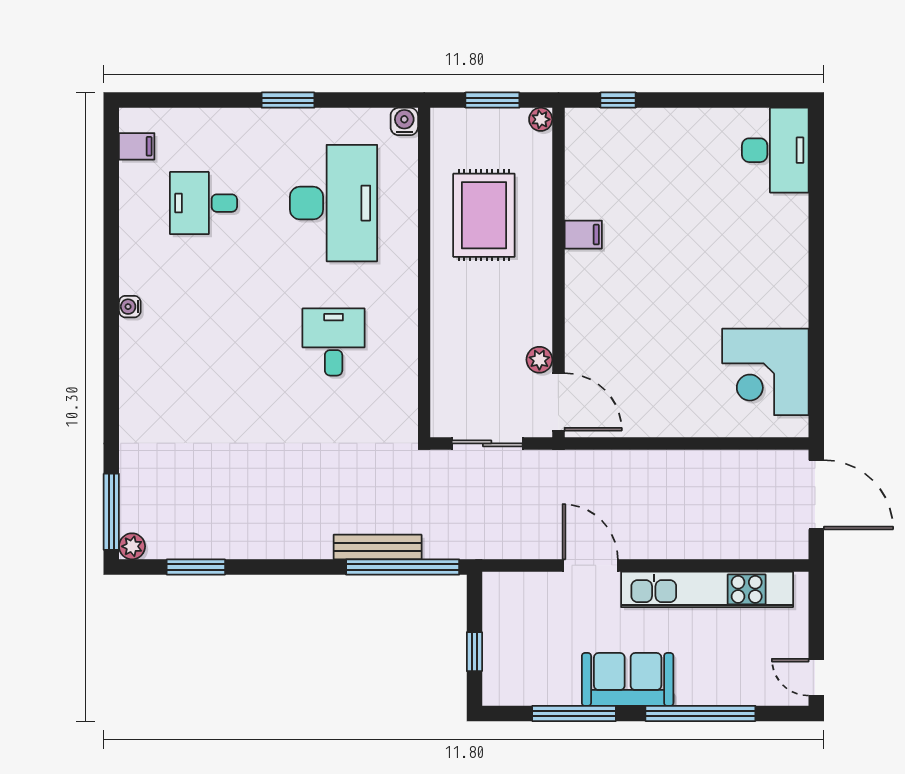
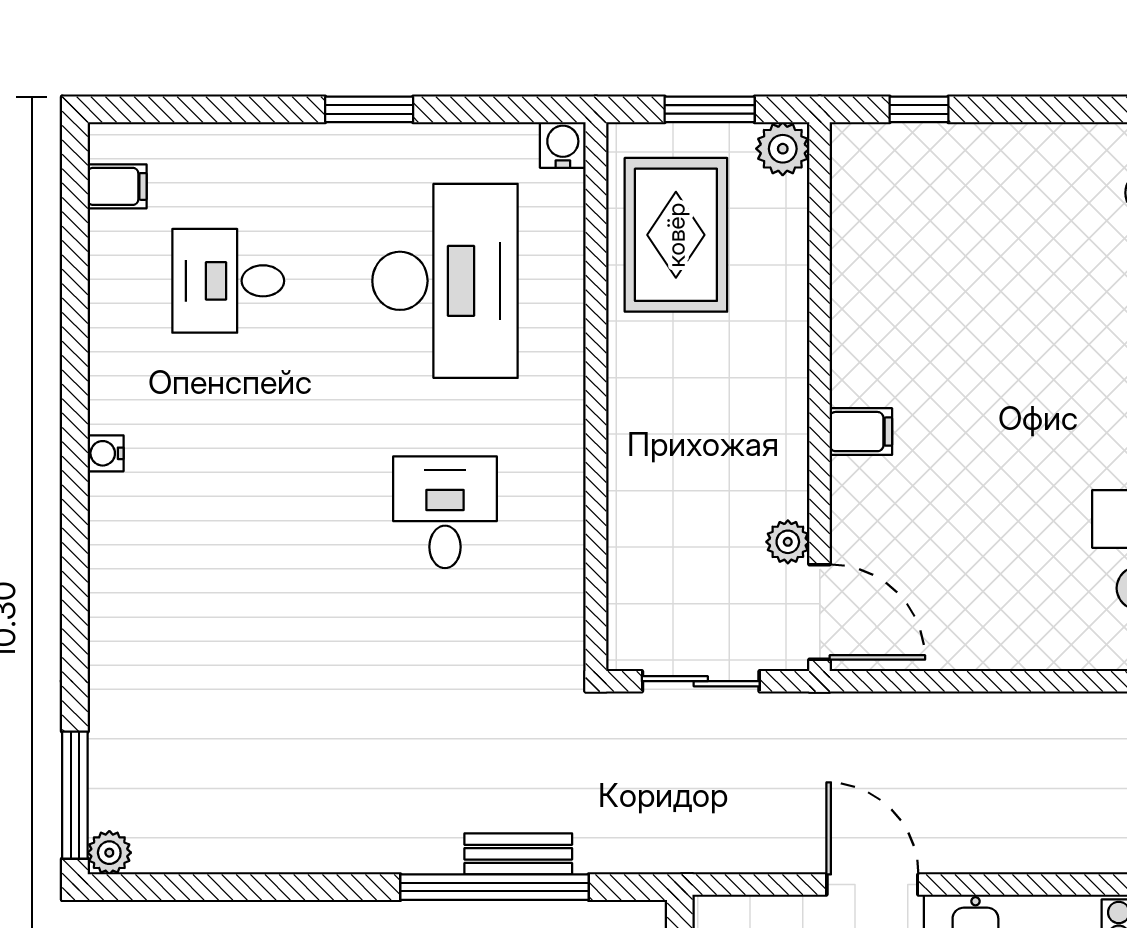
plant: (541, 119) -> (783, 149), width x1.38, depth x1.38
rug: (484, 215) -> (676, 235), moved
filing cabinet: (583, 235) -> (861, 432), moved
bench: (378, 547) -> (518, 854), width x0.73
window: (196, 567) -> (216, 887), removed
window: (403, 567) -> (494, 887), moved

